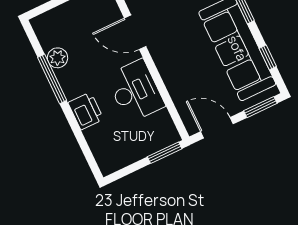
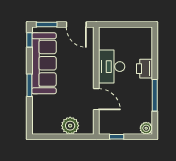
window: (268, 57) -> (29, 40), moved
plant: (57, 58) -> (146, 128), moved
window: (165, 153) -> (112, 25), removed

